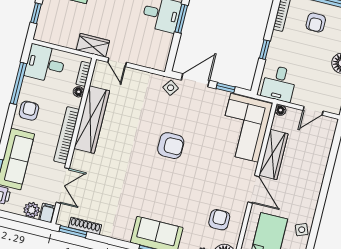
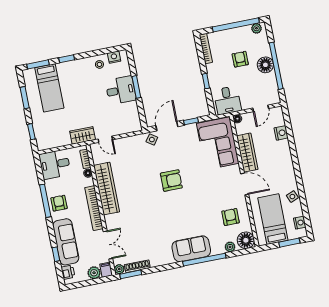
armchair: (316, 23) -> (240, 59), moved, turned 180
window: (19, 83) -> (45, 201), moved
nightstand: (323, 150) -> (281, 133), added
plant: (63, 219) -> (119, 269), added

